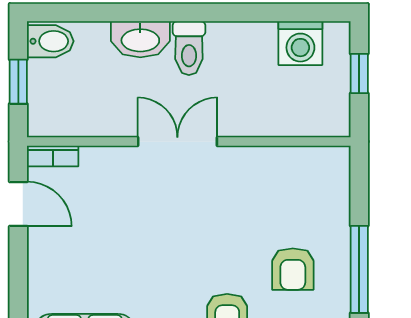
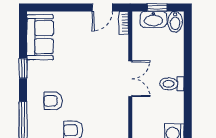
washbasin: (140, 39) -> (153, 19), moved, turned -90

